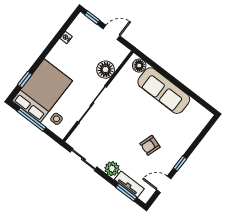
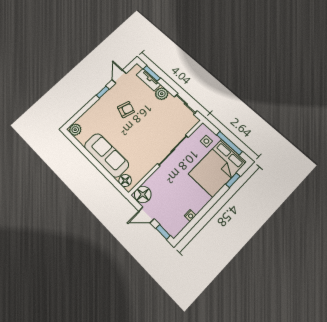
floor lamp: (106, 70) -> (143, 194), moved
plant: (204, 116) -> (75, 130), added
door: (164, 184) -> (119, 77), swing flipped

